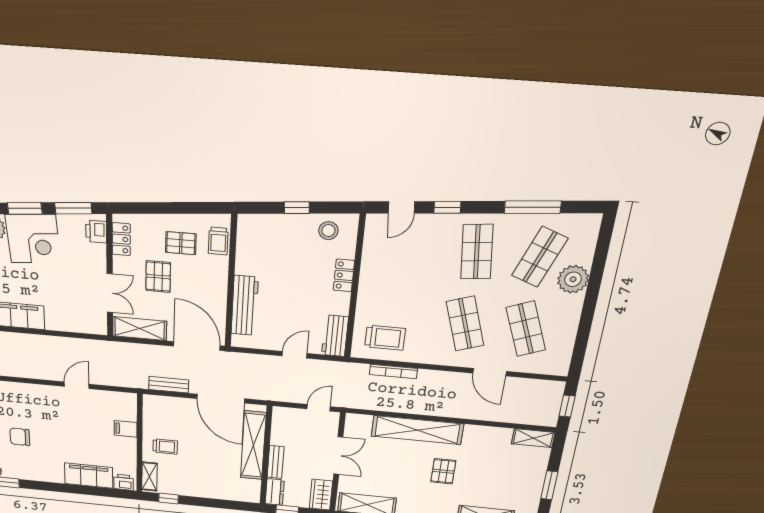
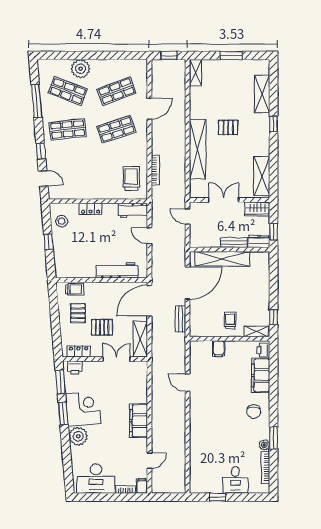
chair: (20, 437) -> (254, 411), moved

